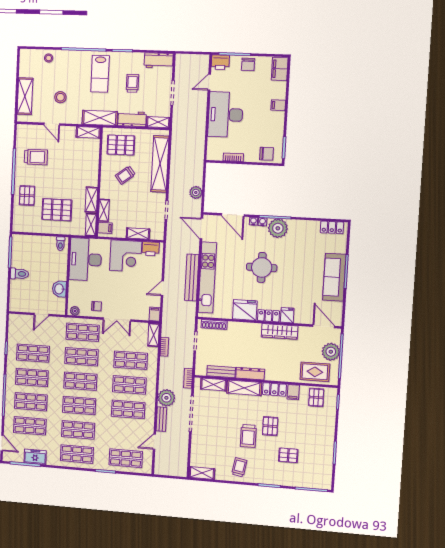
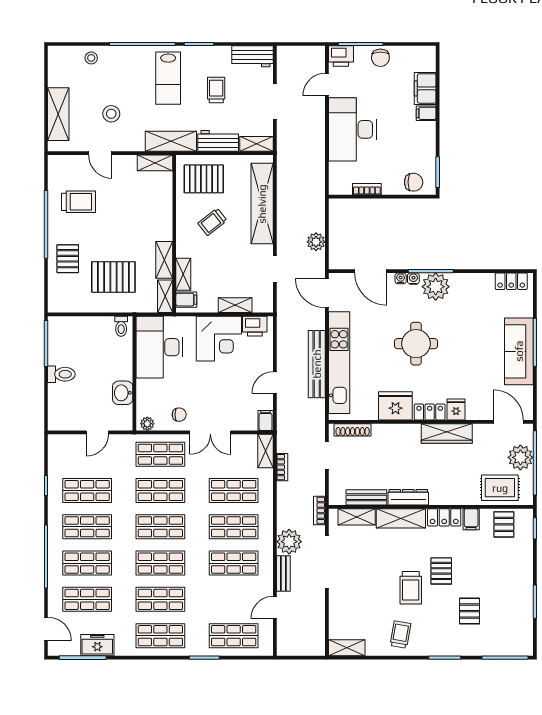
filing cabinet: (280, 69) -> (425, 88), moved
pallet: (288, 455) -> (469, 611), turned 90

